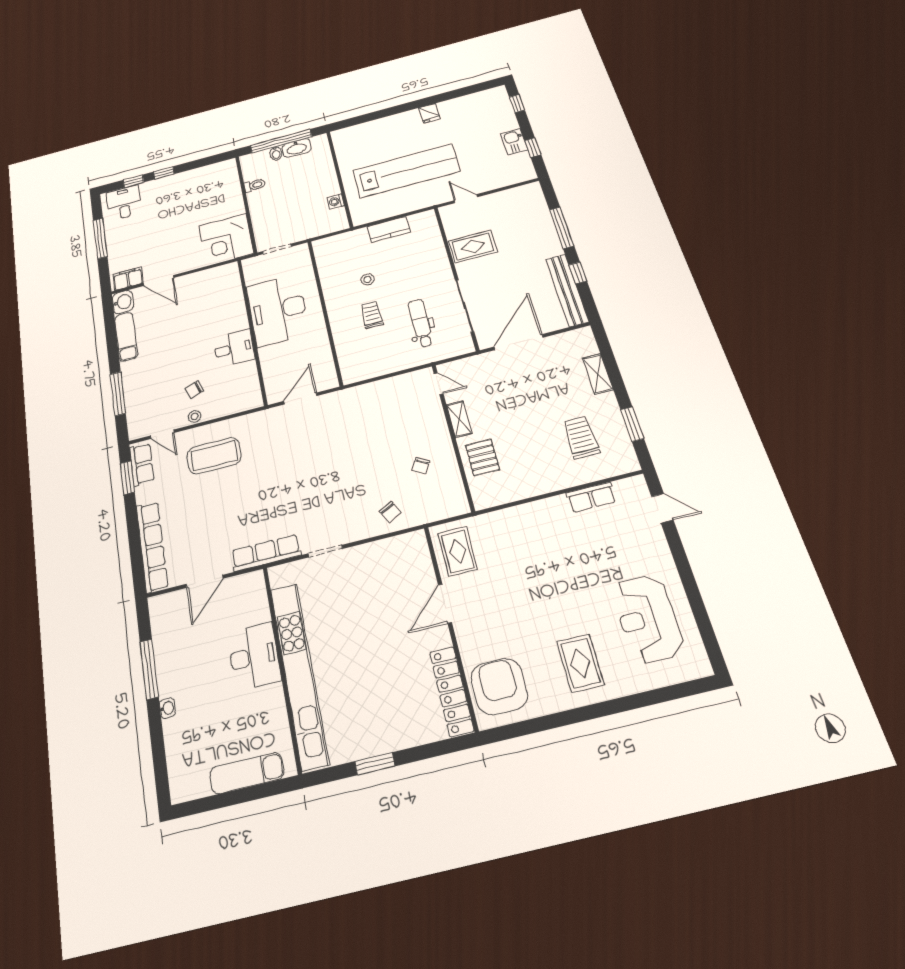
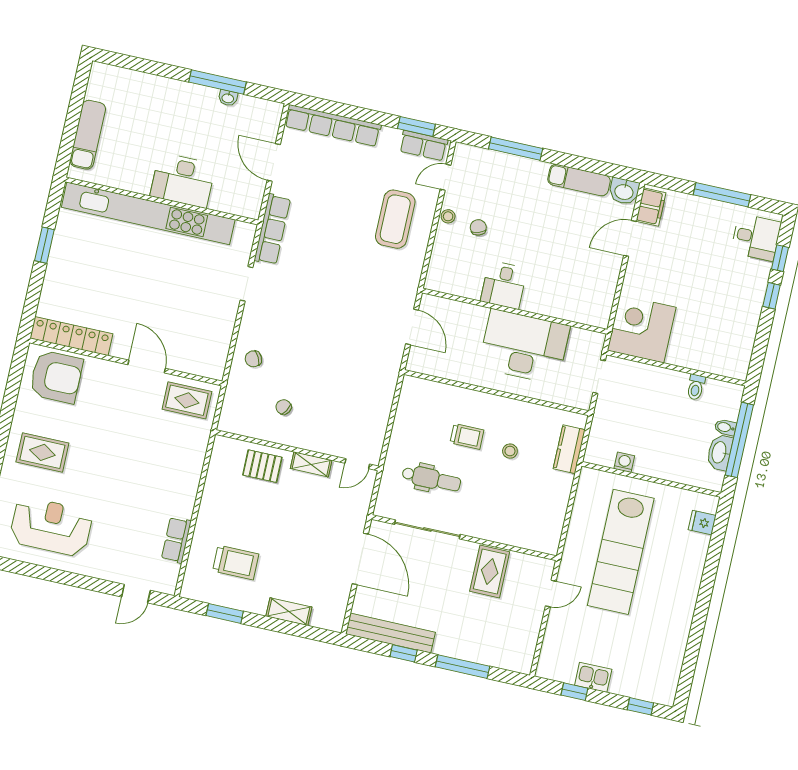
fridge: (429, 113) -> (702, 523), moved
kitchen counter: (389, 229) -> (569, 449), moved
washbasin: (167, 708) -> (228, 98), moved

